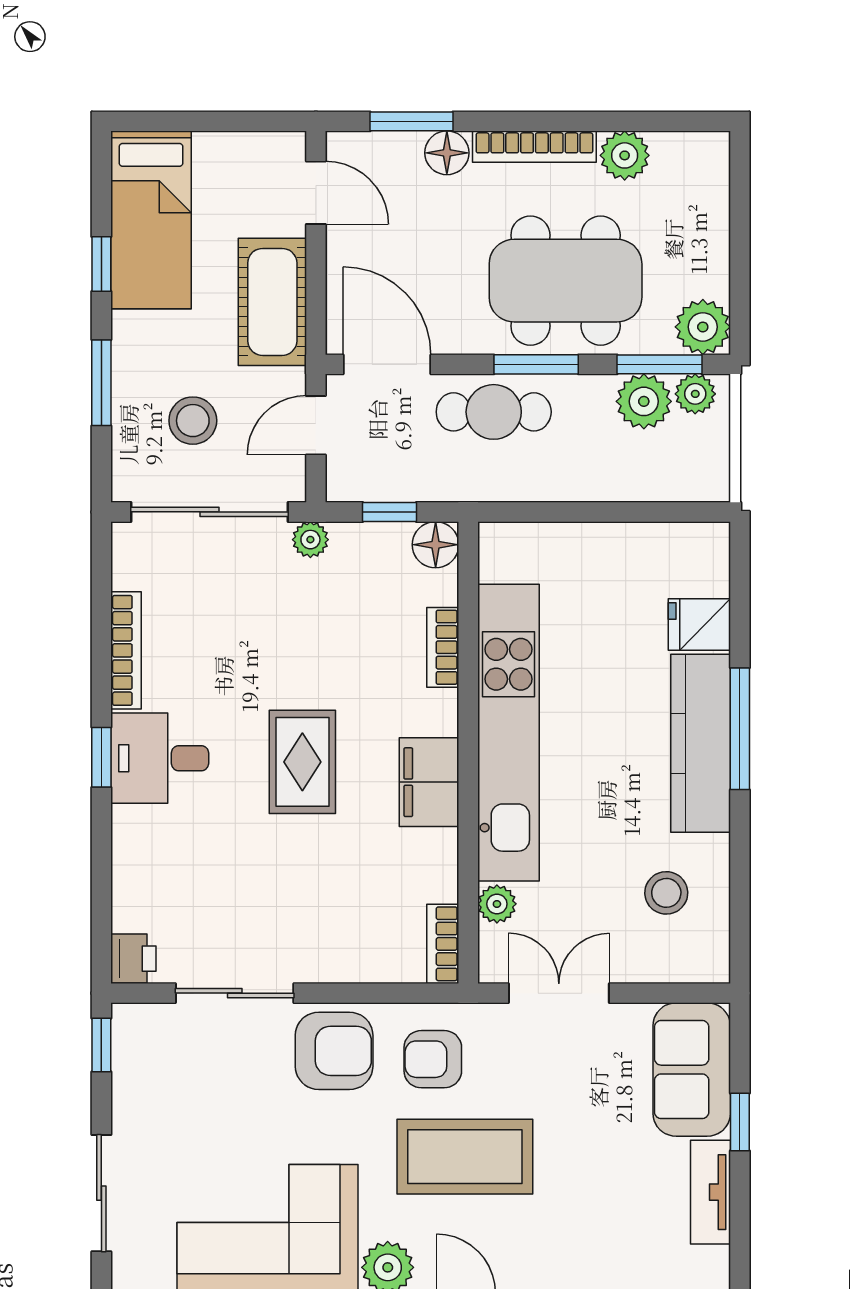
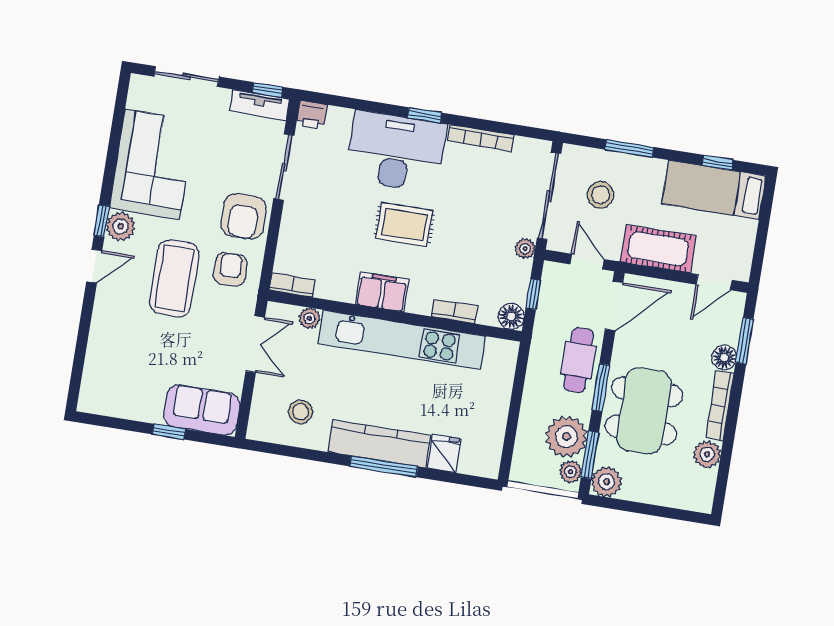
window: (101, 264) -> (718, 163), moved
plant: (644, 401) -> (566, 437), width x1.36, depth x1.36
desk: (160, 758) -> (396, 151), width x1.87, depth x1.30
tv unit: (710, 1192) -> (260, 105), moved, turned 180

